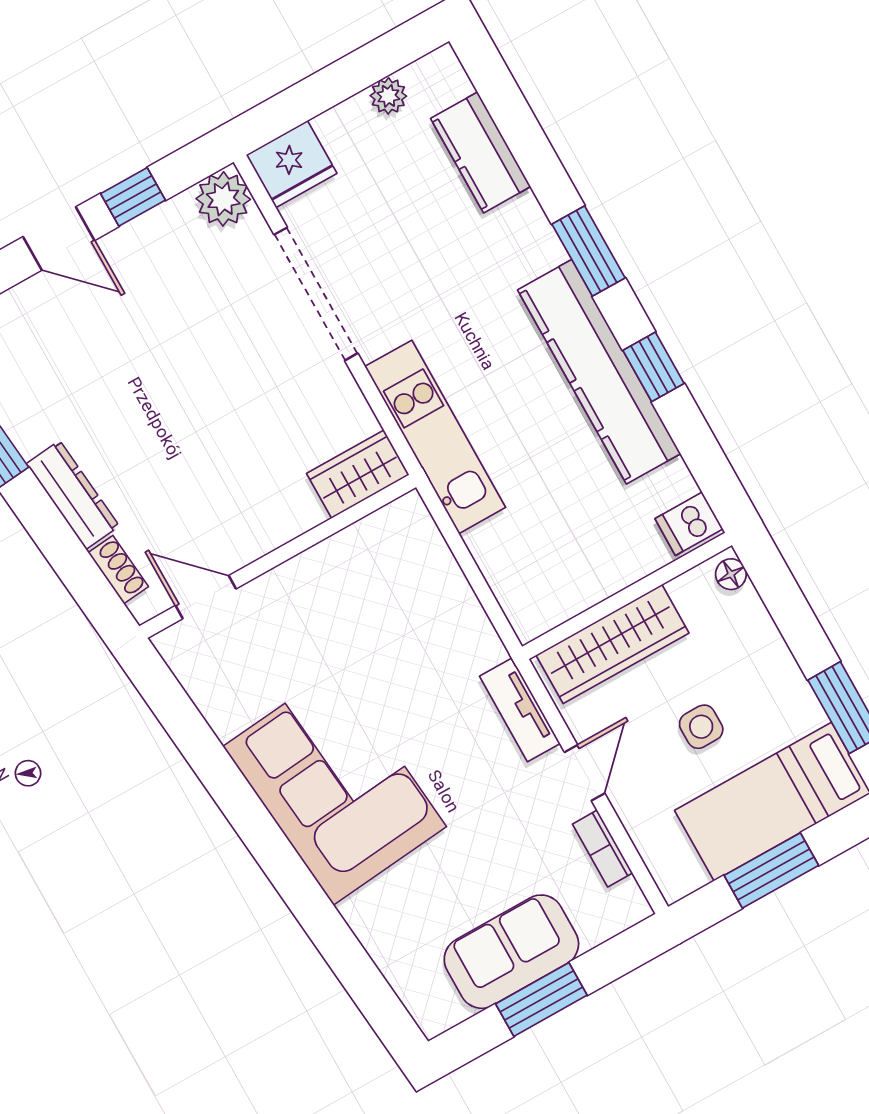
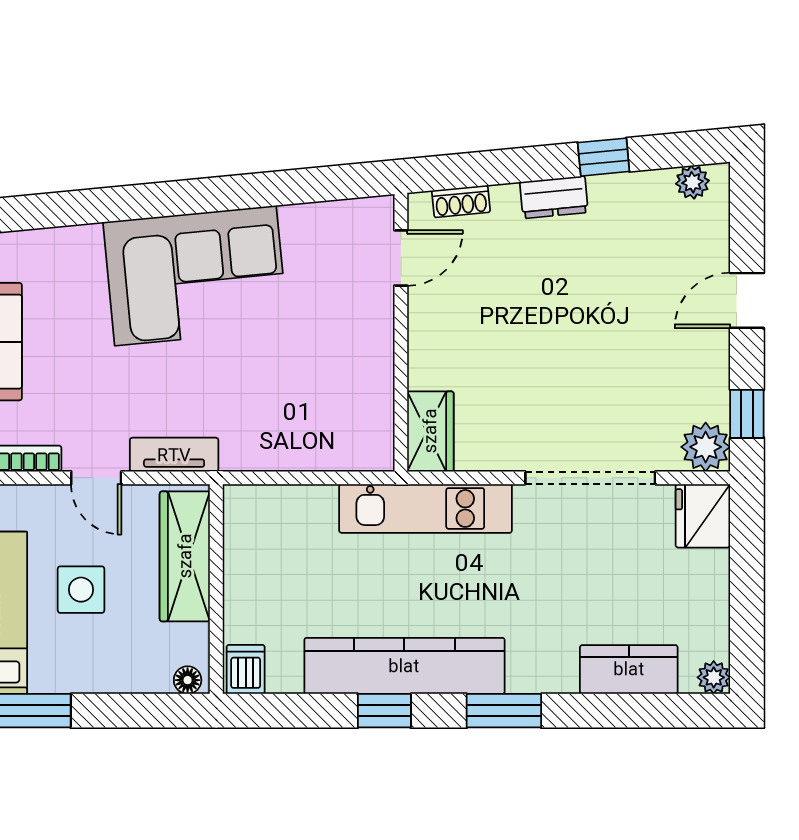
plant: (388, 96) -> (714, 677), moved
window: (133, 197) -> (747, 414), moved
dresser: (73, 495) -> (554, 197), width x0.70
side table: (701, 727) -> (81, 590), width x1.37, depth x1.37

